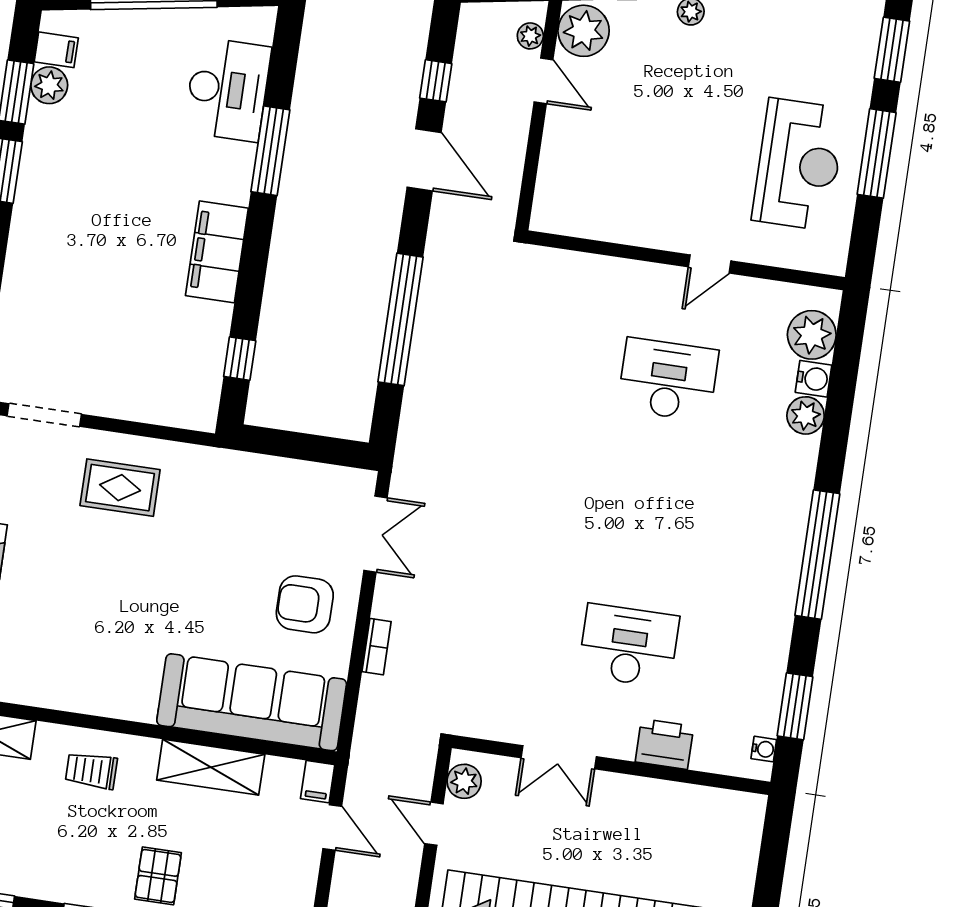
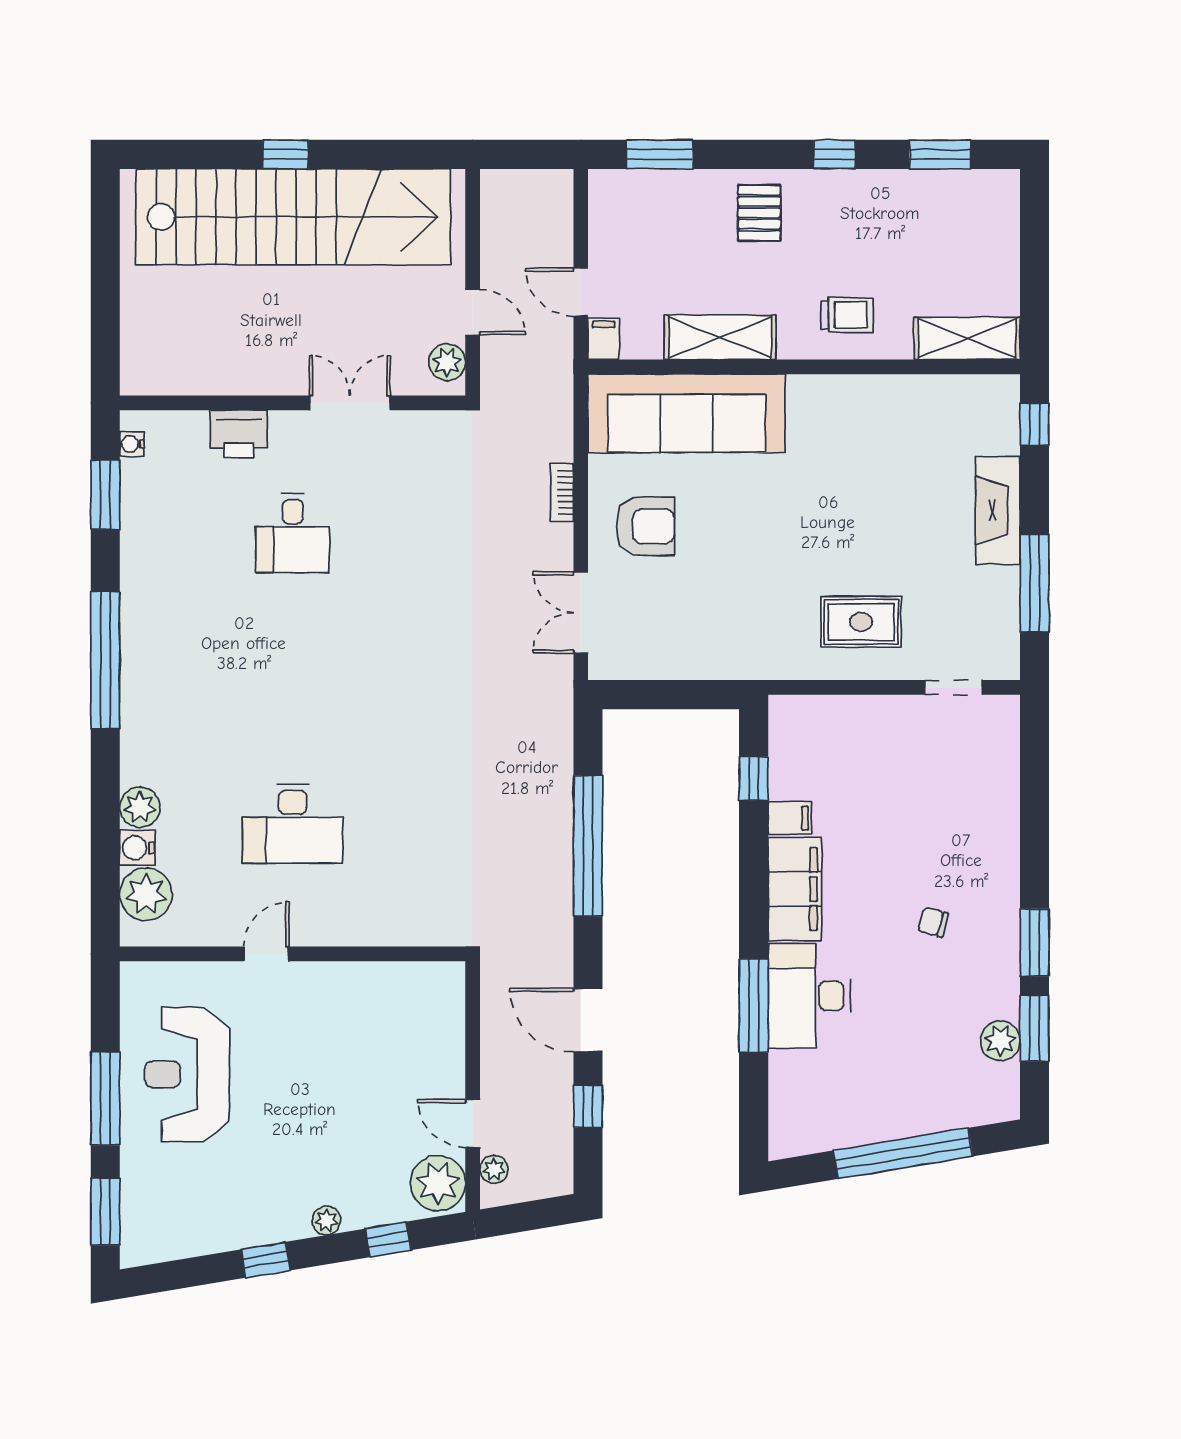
filing cabinet: (56, 50) -> (790, 818), moved, turned 180
desk: (228, 89) -> (809, 996), moved
chair: (95, 203) -> (933, 922), added
doorway: (44, 415) -> (954, 687), width x0.73
desk: (629, 646) -> (293, 533), width x0.73

